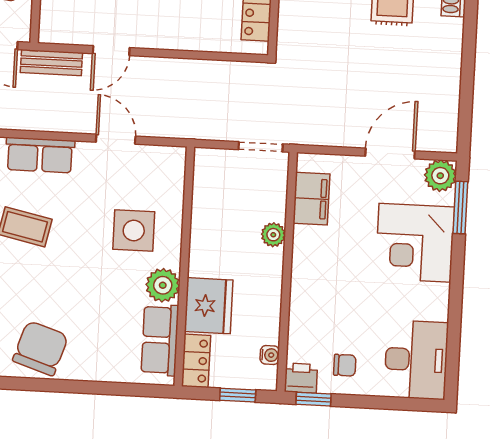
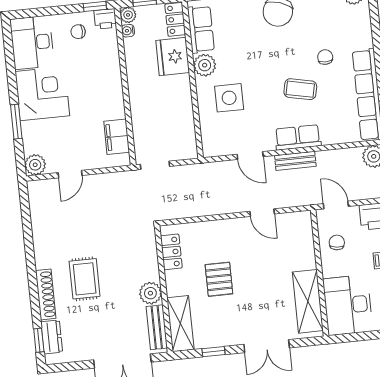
door: (111, 51) -> (262, 213), swing flipped
bench: (51, 63) -> (295, 161), moved
door: (390, 153) -> (70, 174), width x0.73
window: (460, 208) -> (16, 122), moved
plant: (273, 235) -> (128, 15), moved
corner desk: (415, 243) -> (42, 94), moved

